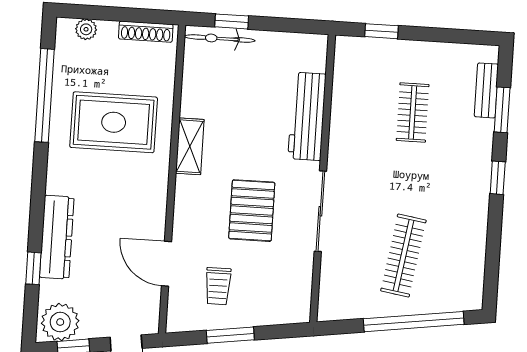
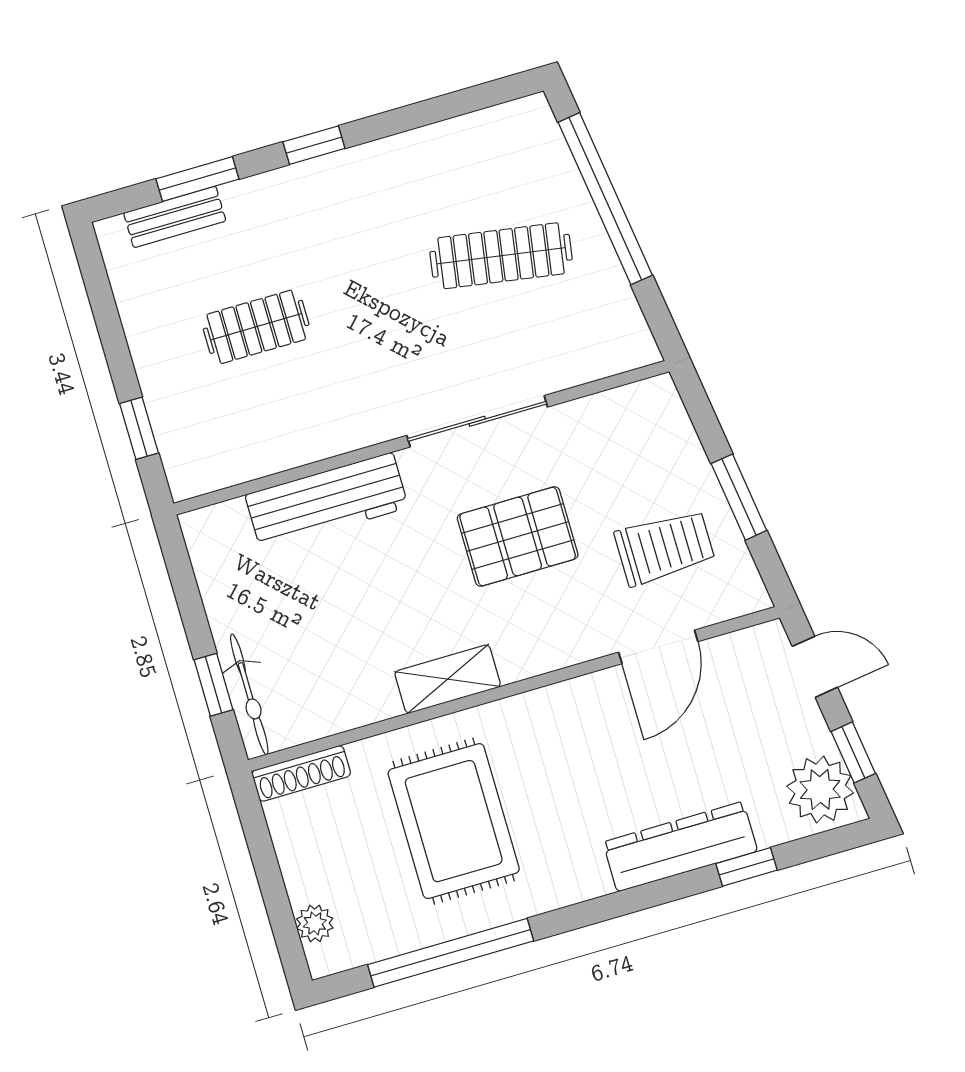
shoe rack: (146, 32) -> (301, 773), moved, turned 90
trolley: (218, 286) -> (665, 547), width x1.36, depth x1.39

